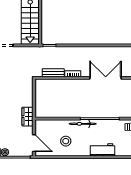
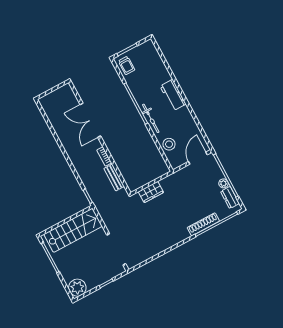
wardrobe: (28, 117) -> (151, 192), moved
stool: (66, 141) -> (169, 144), moved
workbench: (102, 150) -> (173, 95), moved

